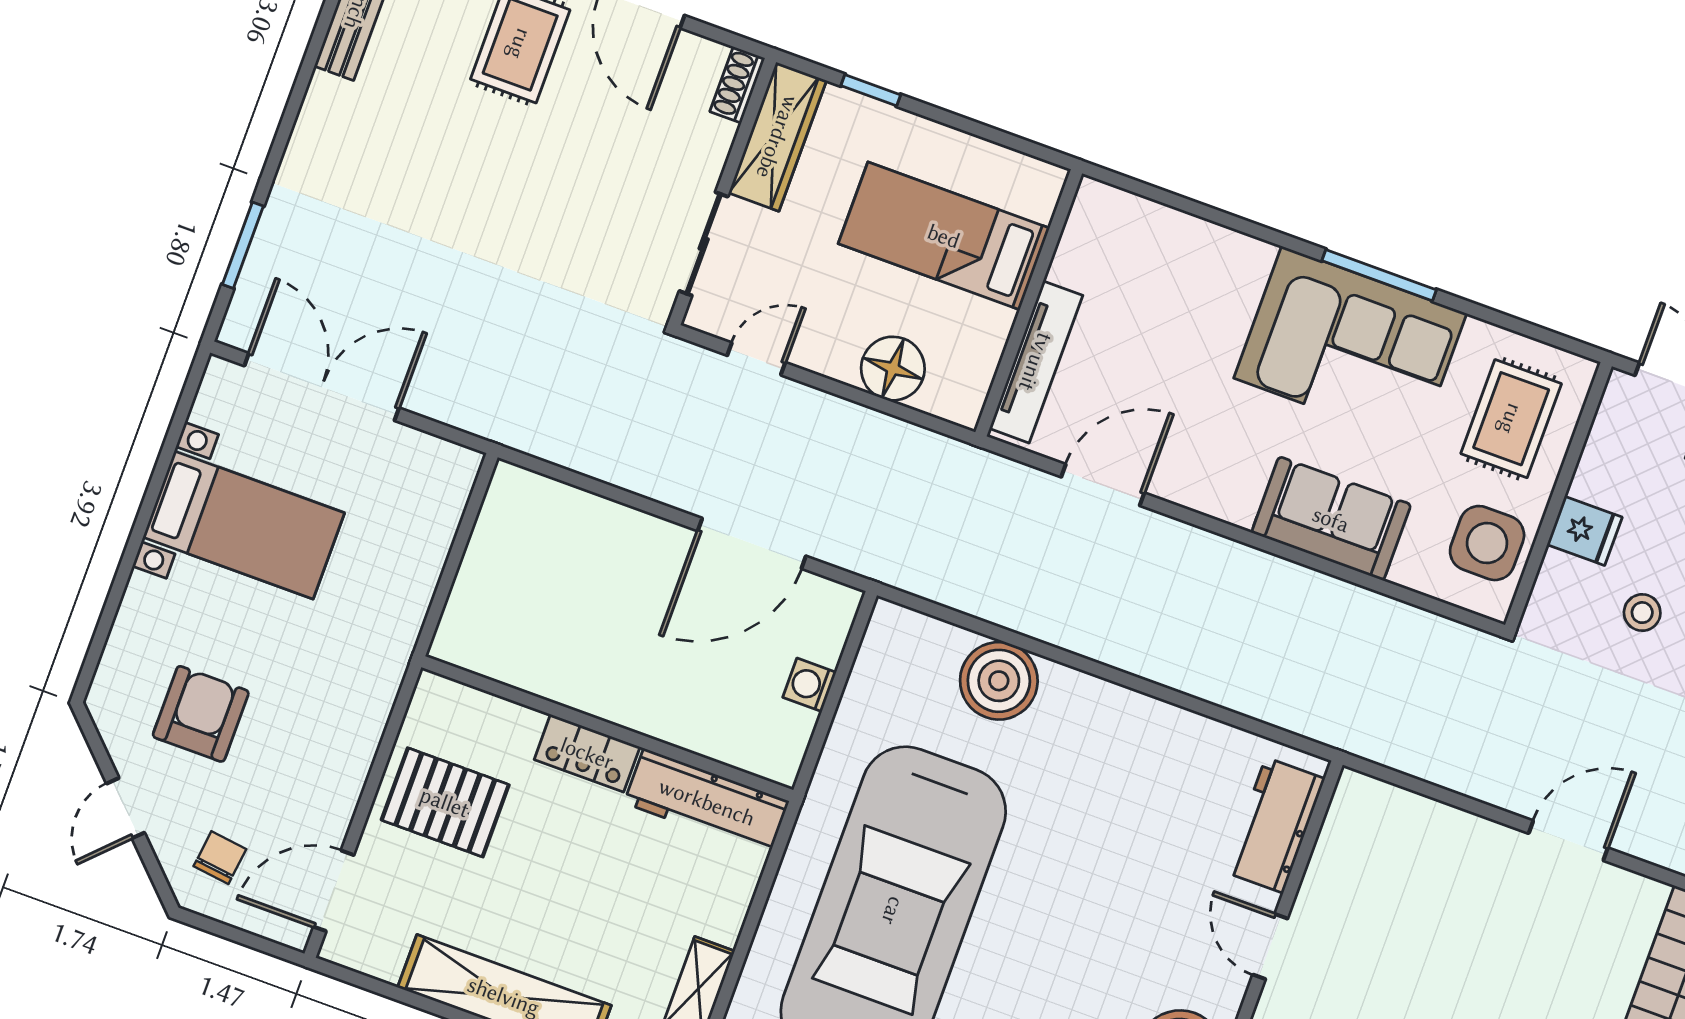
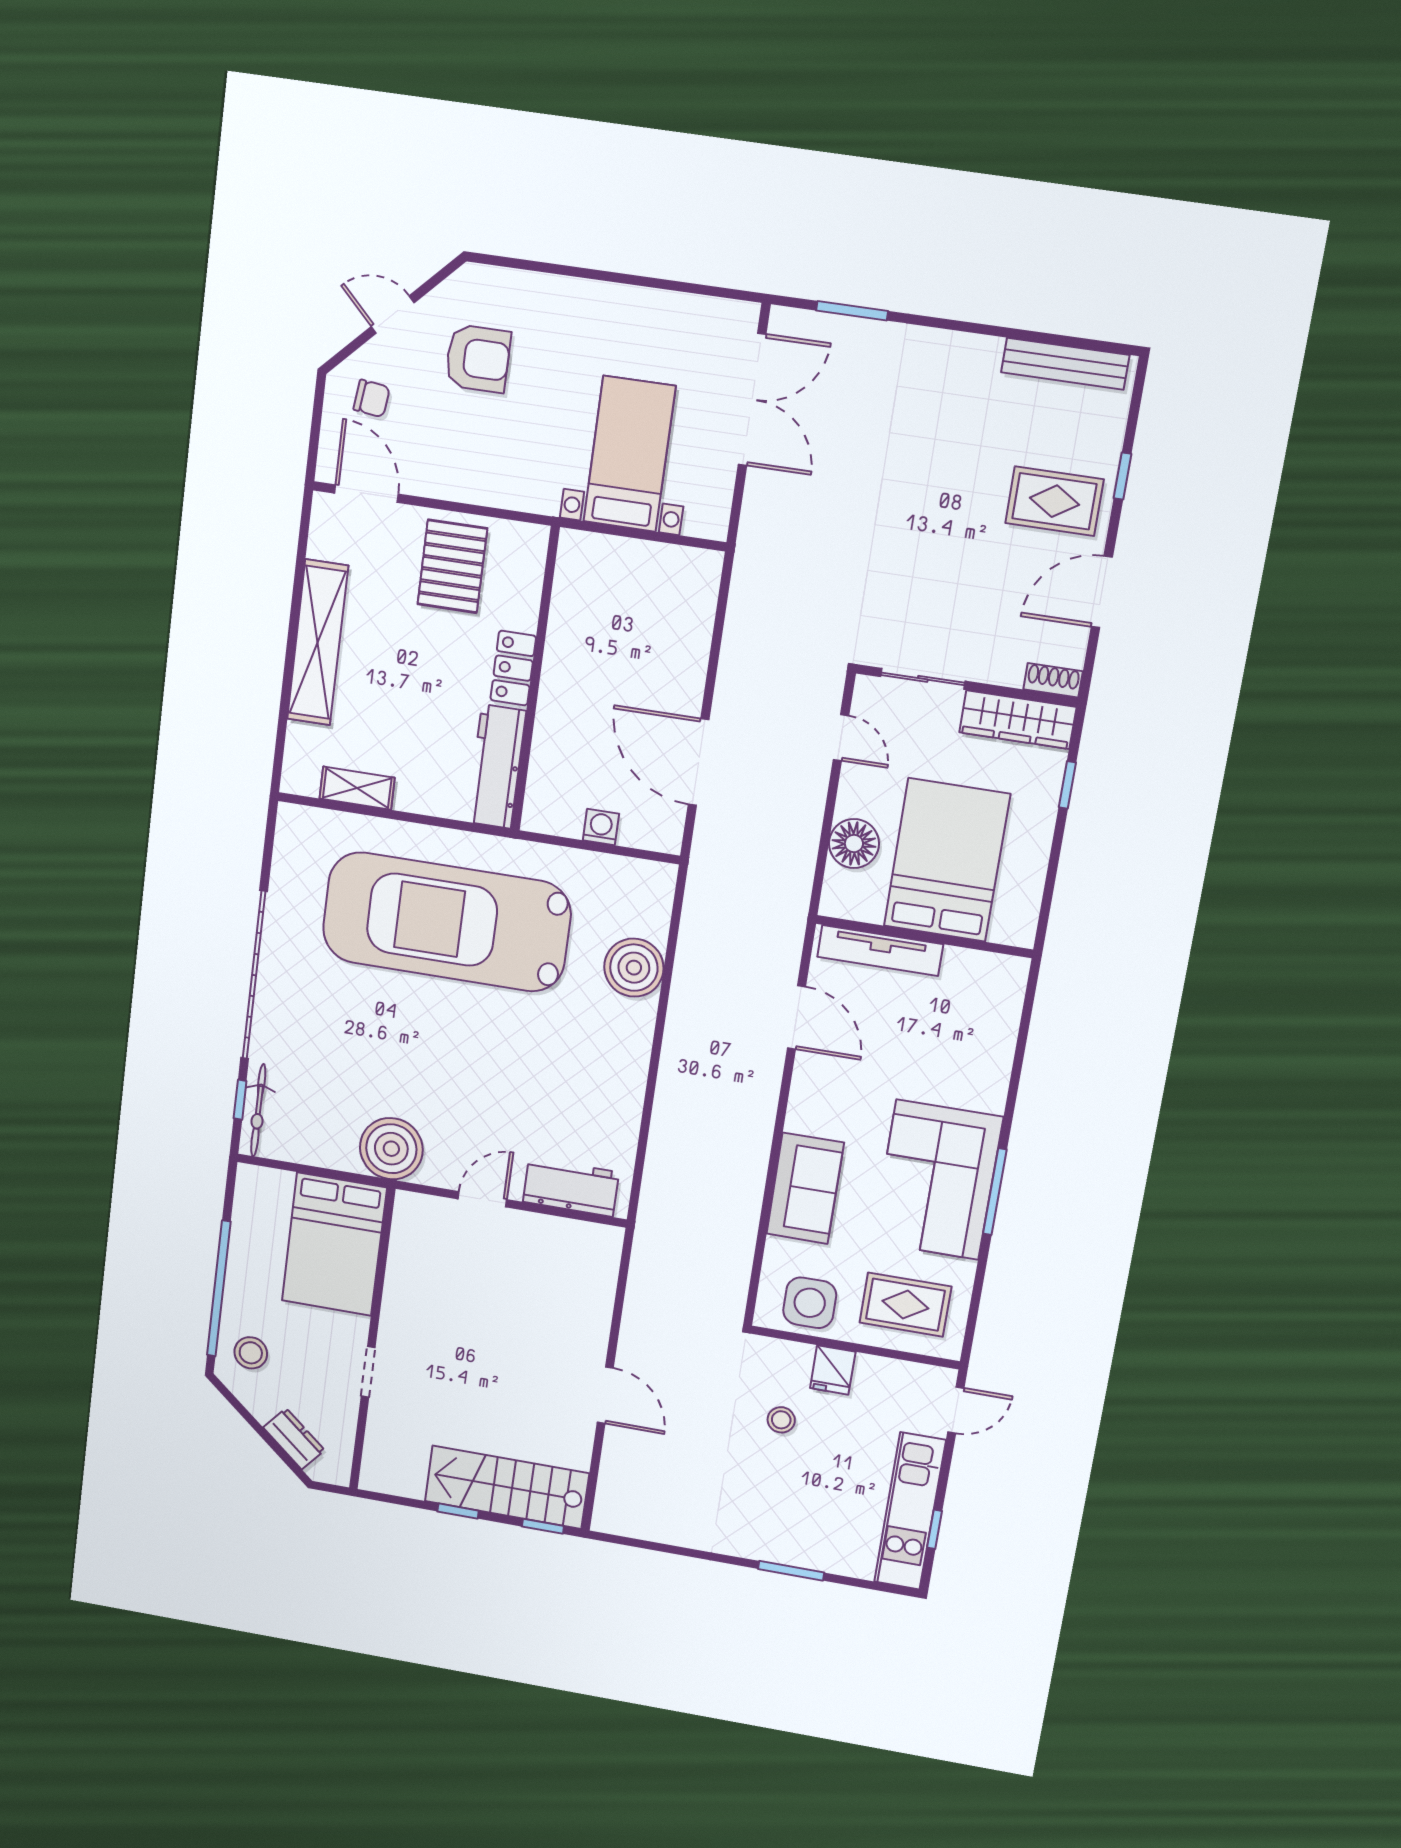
bed: (944, 236) -> (947, 860), width x1.50
bed with nightstands: (244, 525) -> (629, 454), moved, turned 180

